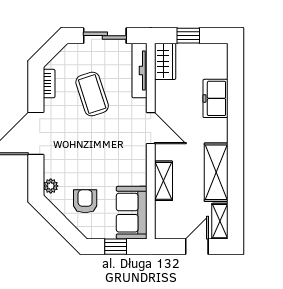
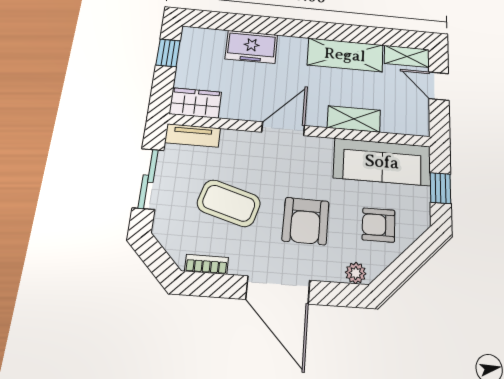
window: (188, 36) -> (168, 53), moved
tv unit: (140, 70) -> (193, 136), width x0.71
coffee table: (92, 94) -> (229, 203), turned 34
armchair: (84, 149) -> (306, 221), added
sofa: (132, 213) -> (382, 162), width x1.36

